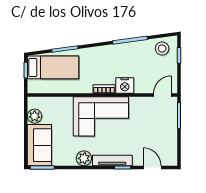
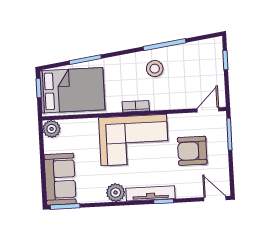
stool: (162, 48) -> (155, 69), moved
bed: (53, 67) -> (72, 90), width x1.50
nightstand: (125, 85) -> (161, 101), removed
plant: (35, 116) -> (52, 129), moved
armchair: (148, 128) -> (192, 151), added
door: (152, 167) -> (215, 199), moved

